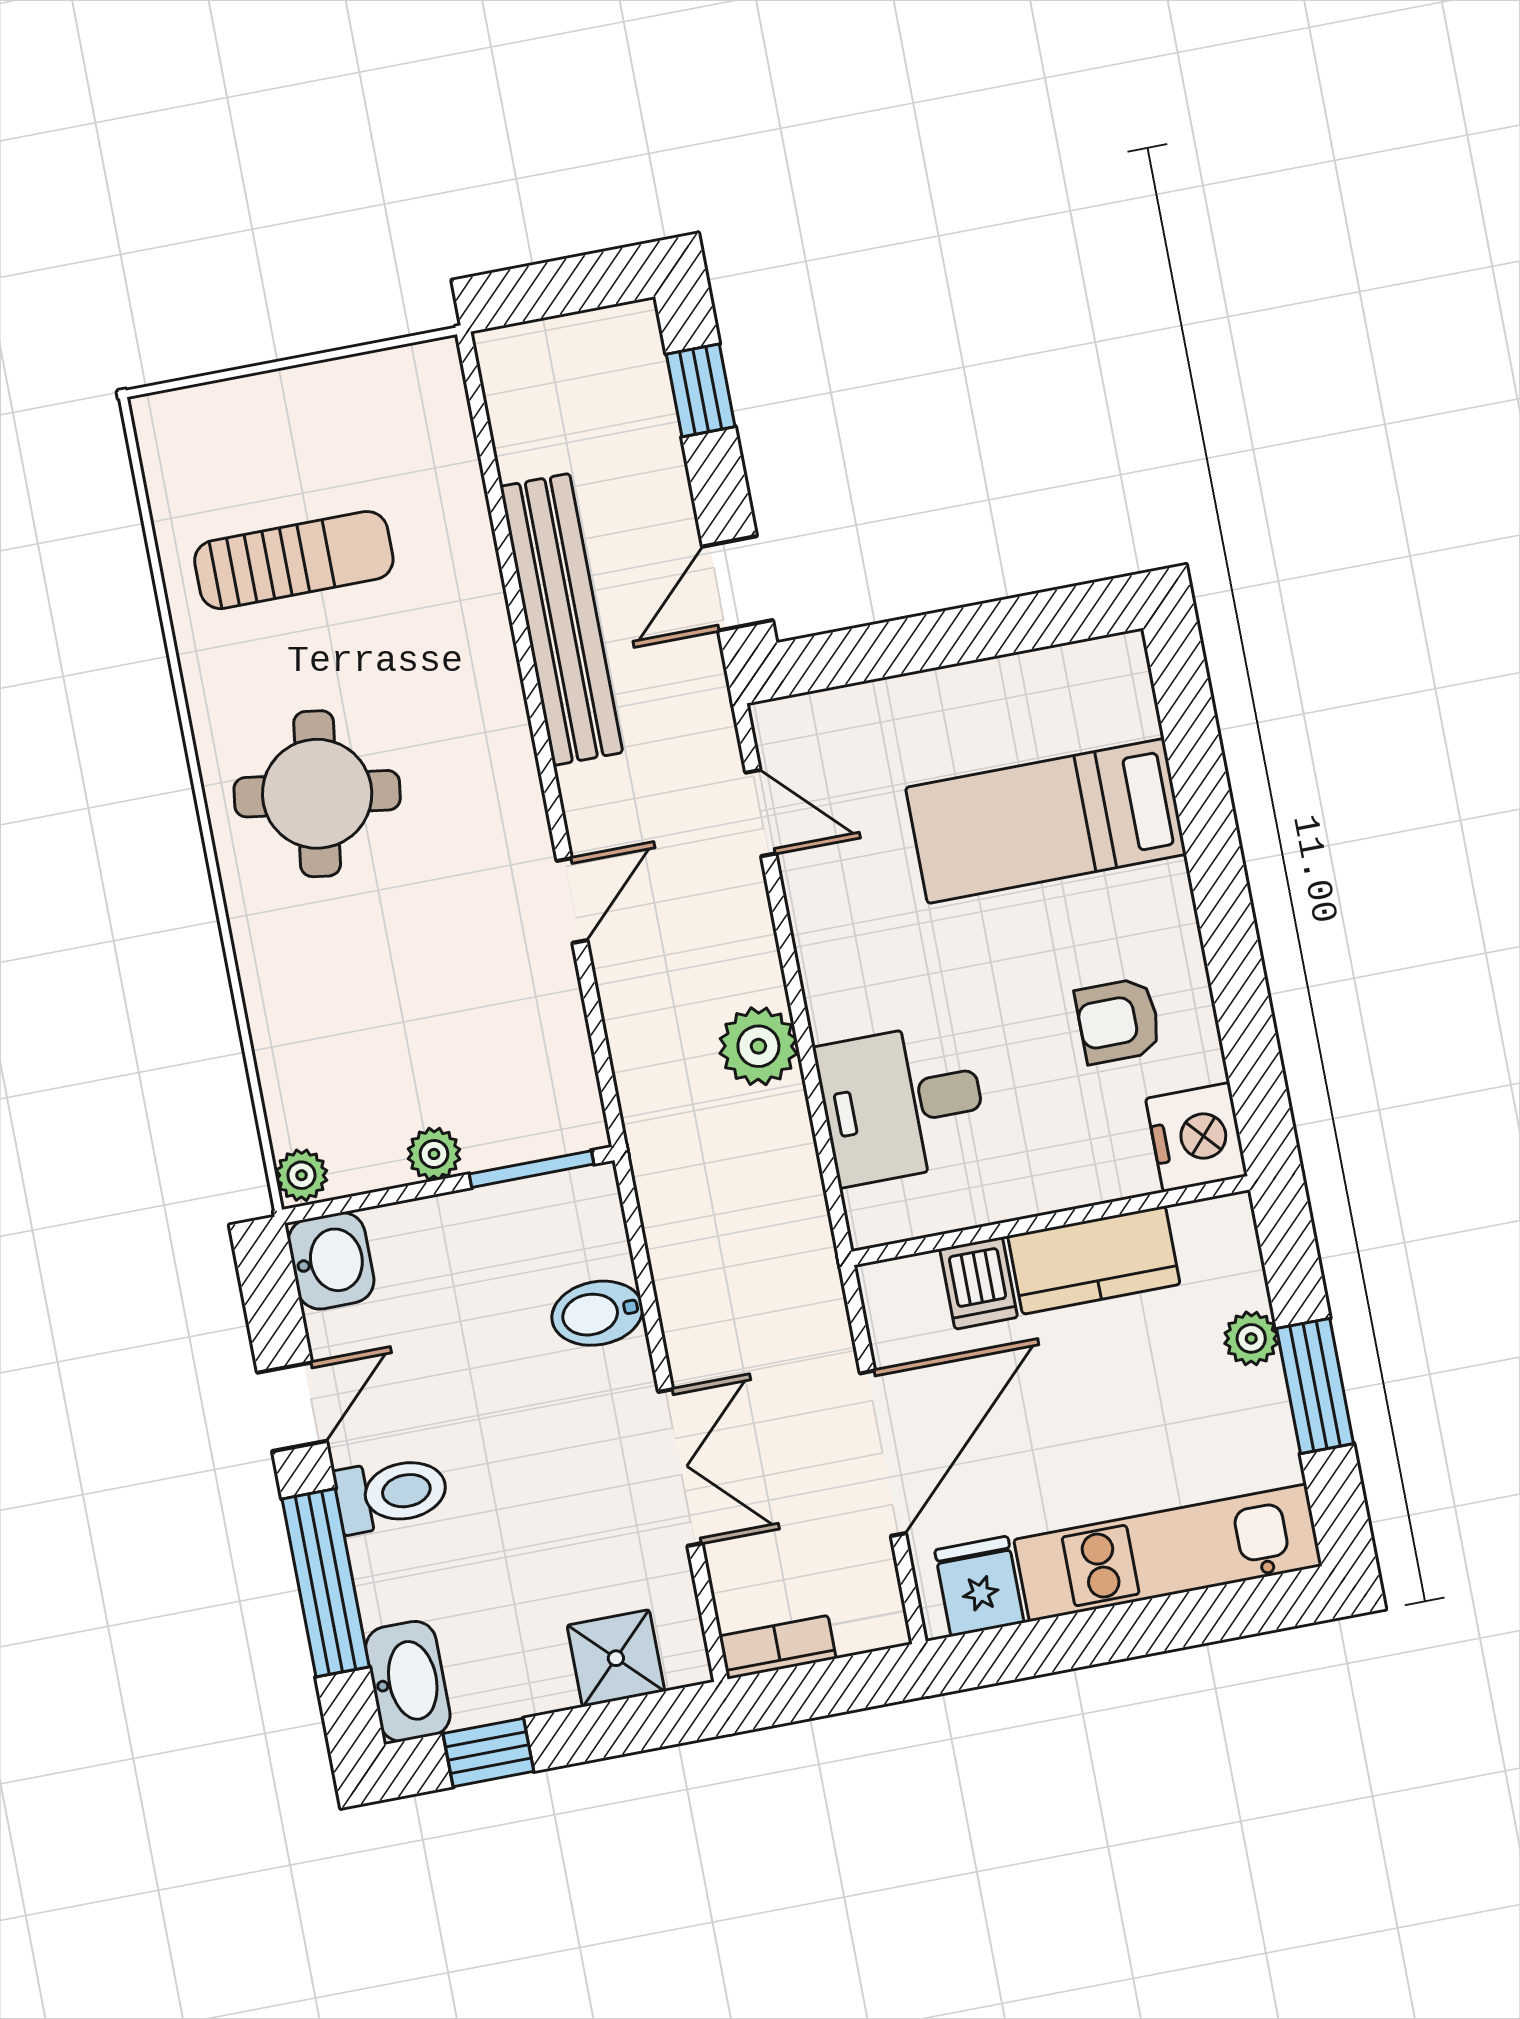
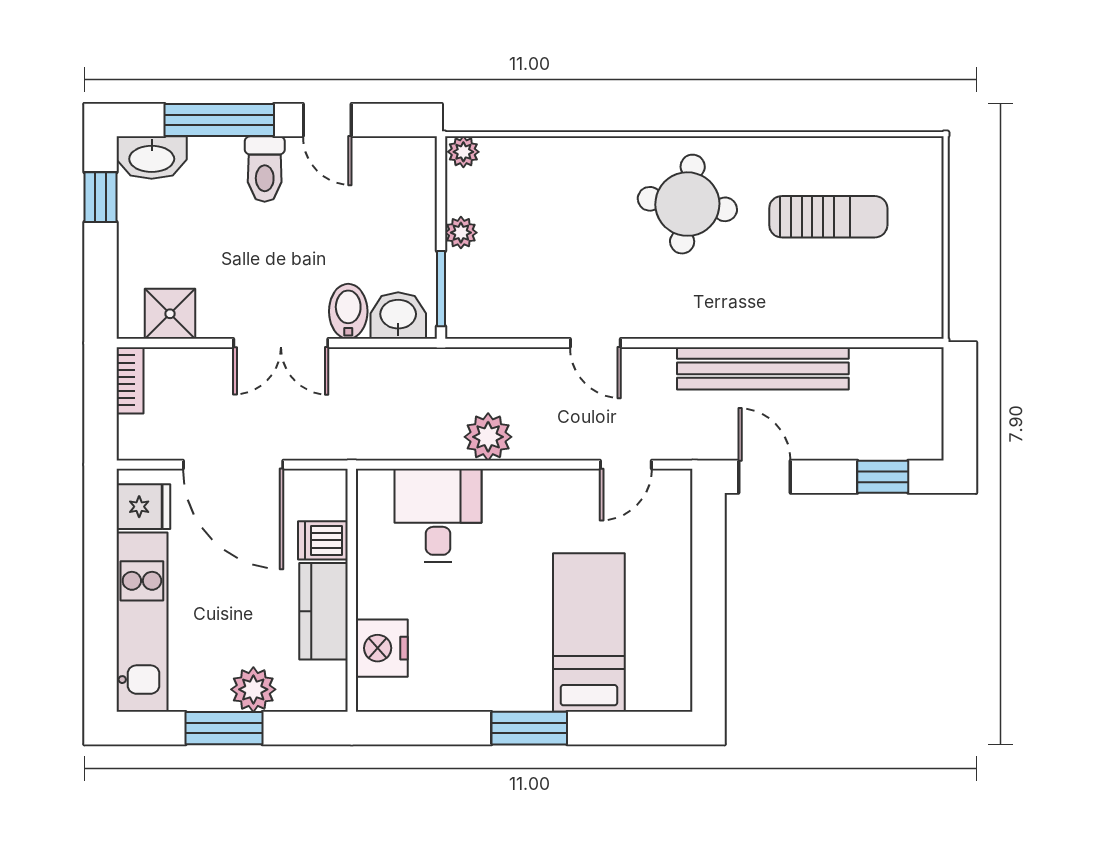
sun lounger: (294, 560) -> (828, 217), turned -90
window: (1220, 888) -> (529, 728), added
armchair: (1118, 1021) -> (462, 653), removed
nightstand: (1197, 1137) -> (382, 648), moved, turned 90
washbasin: (331, 1261) -> (398, 316), moved, turned 180
plant: (1251, 1338) -> (253, 689), width x1.38, depth x1.38
double door: (680, 1467) -> (281, 343), moved
shower: (616, 1658) -> (170, 314), moved

